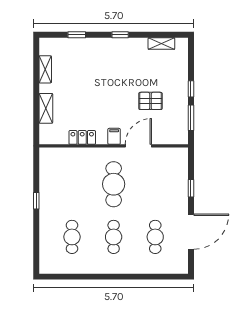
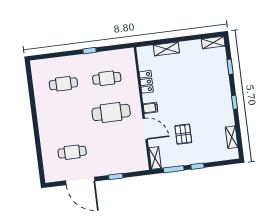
shelving: (45, 69) -> (213, 42), moved
shelving: (175, 138) -> (155, 158), added
cafe table: (114, 237) -> (107, 78), moved

